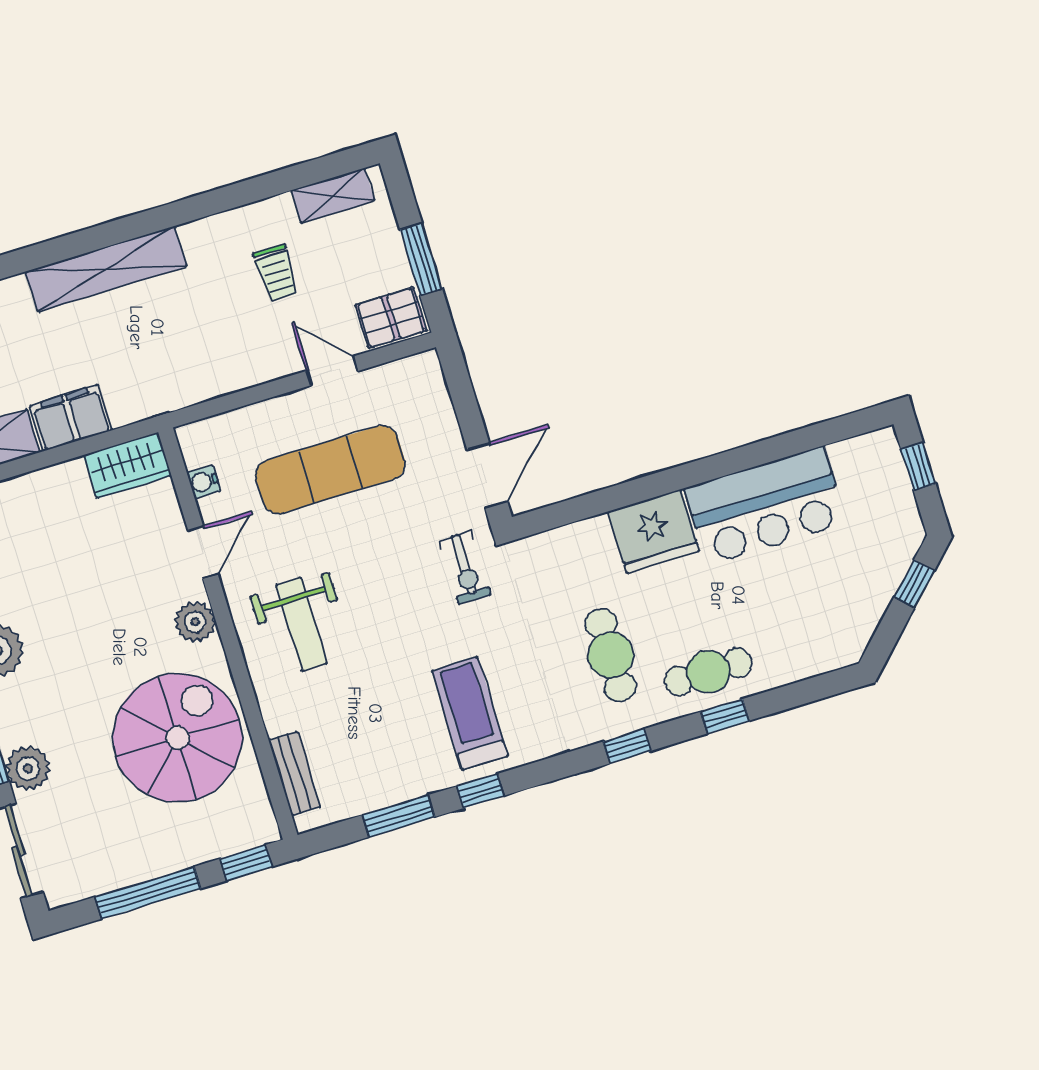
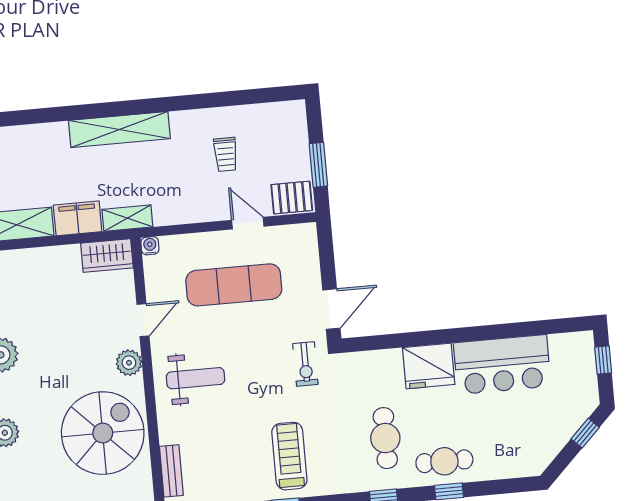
shelving: (333, 196) -> (127, 218), moved
water cooler: (204, 482) -> (150, 246), moved, turned 90
weight bench: (302, 624) -> (195, 378), turned -90

